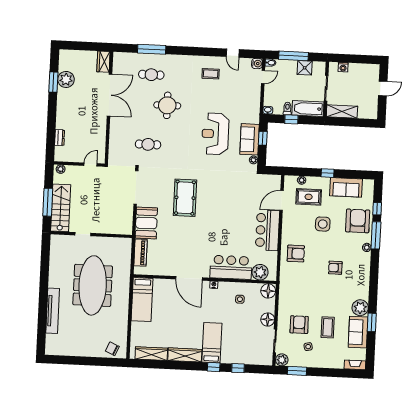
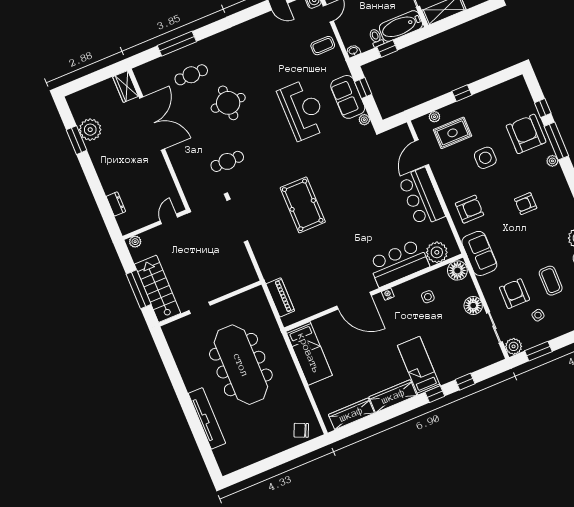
coffee table: (211, 74) -> (323, 46), moved
reception desk: (215, 134) -> (303, 110), turned 180
sofa: (346, 187) -> (479, 253), moved, turned -90
booth: (146, 223) -> (270, 258), removed

